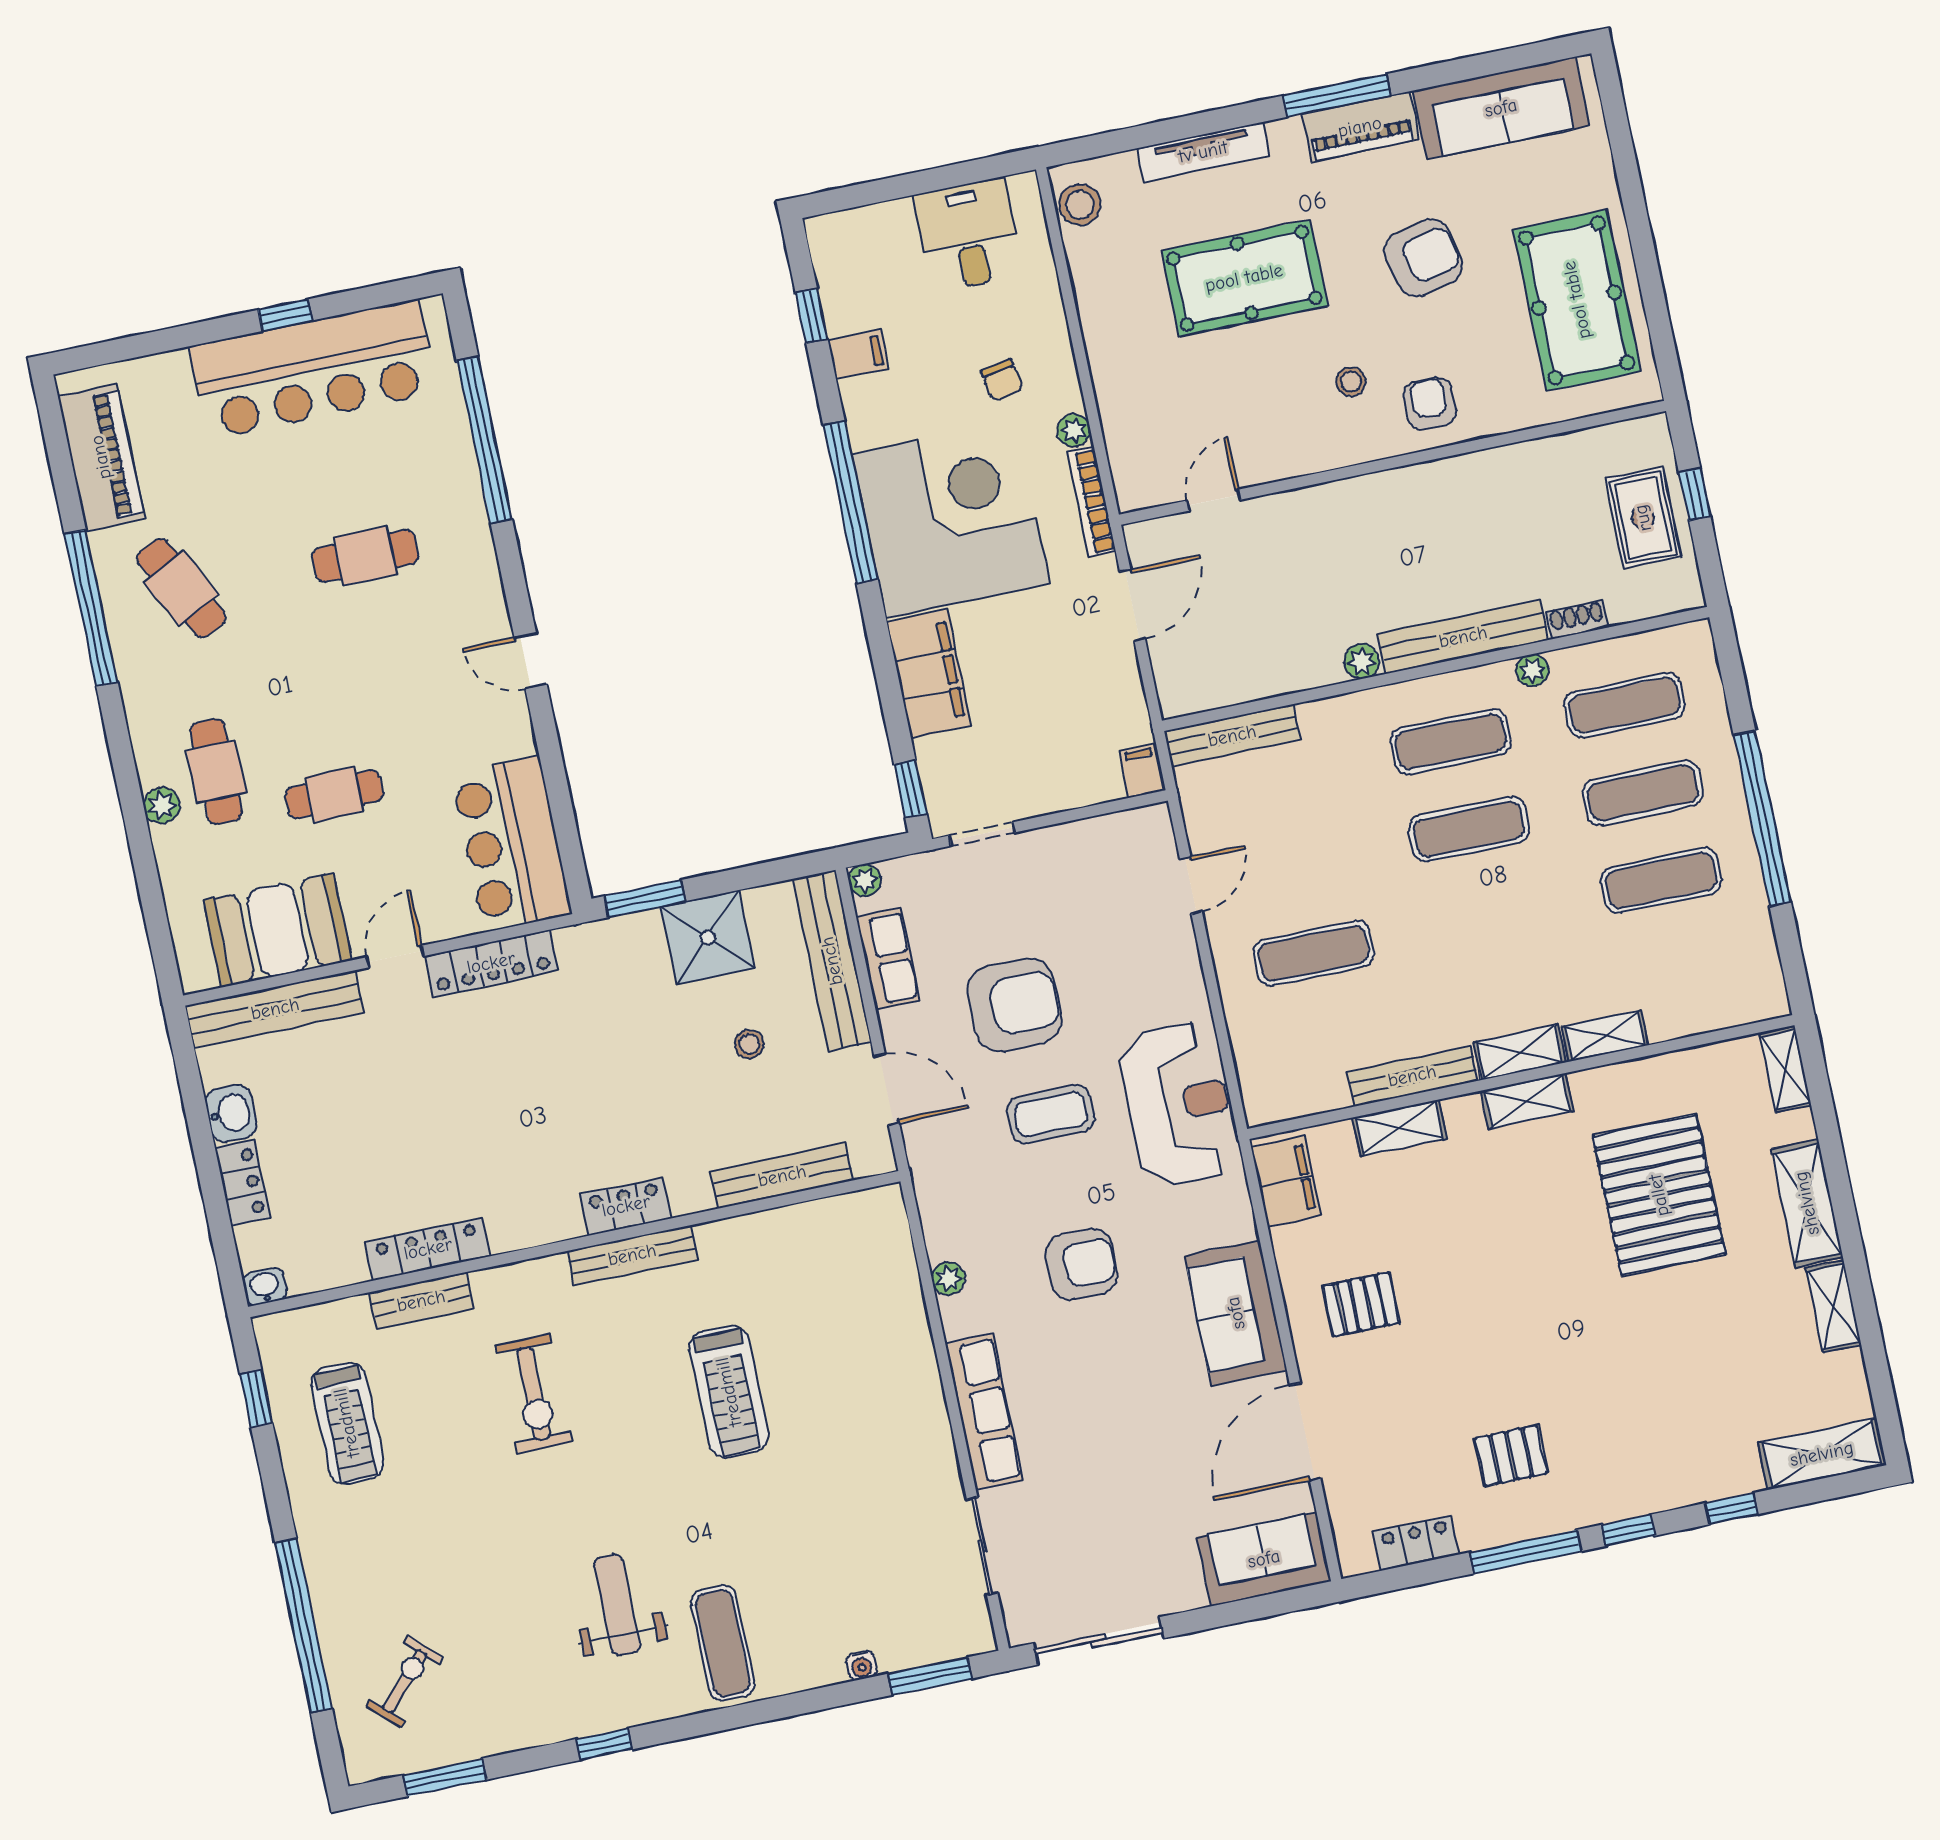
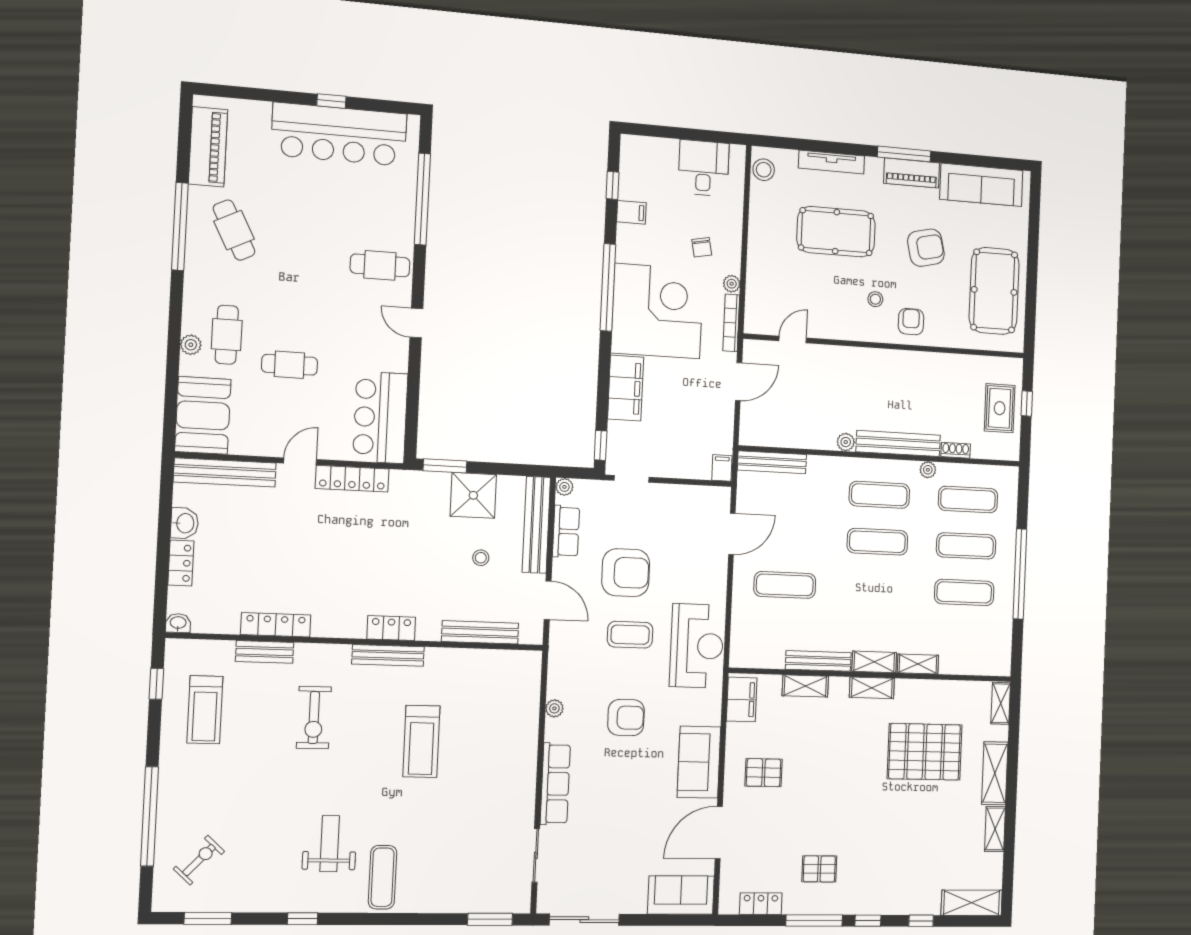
cafe table: (365, 556) -> (380, 265), moved
door: (1191, 885) -> (732, 534), width x1.38
booth: (277, 930) -> (203, 415), moved, turned 90
pallet: (1659, 1195) -> (925, 752), turned 90
water cooler: (861, 1665) -> (455, 906), removed

